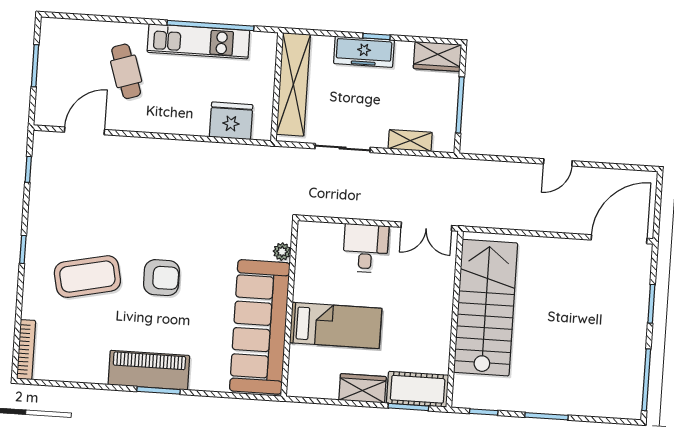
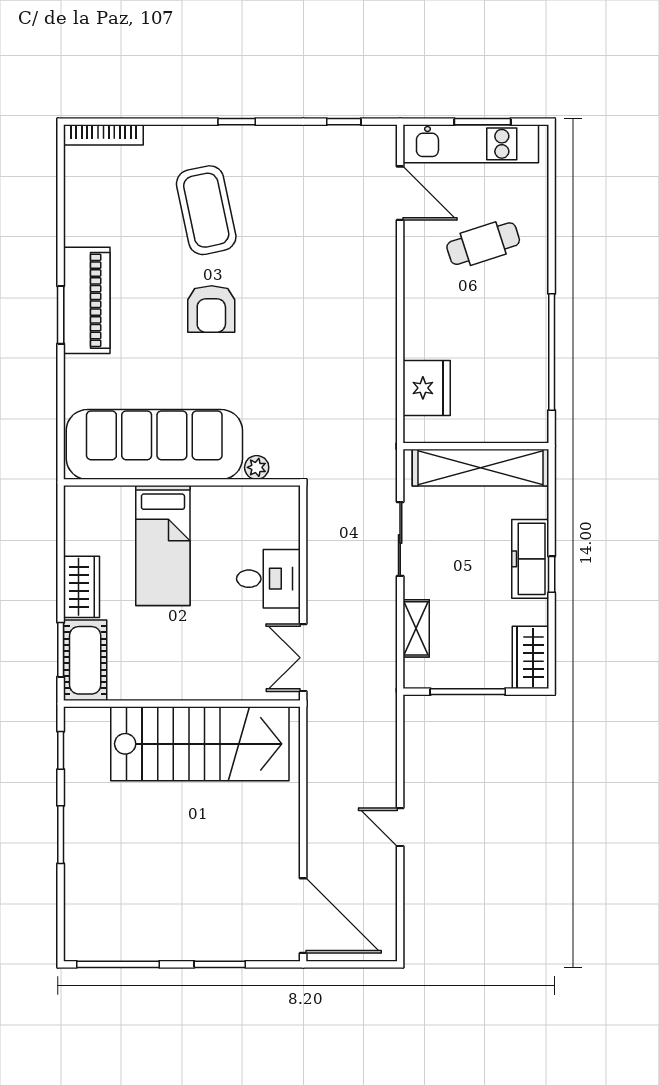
kitchen unit: (198, 41) -> (471, 144), moved, turned -90

